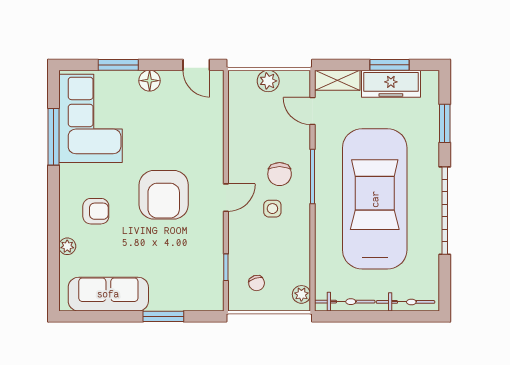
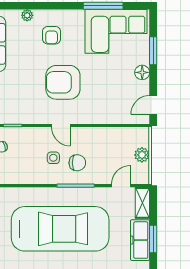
chair: (280, 174) -> (77, 163), turned 180

